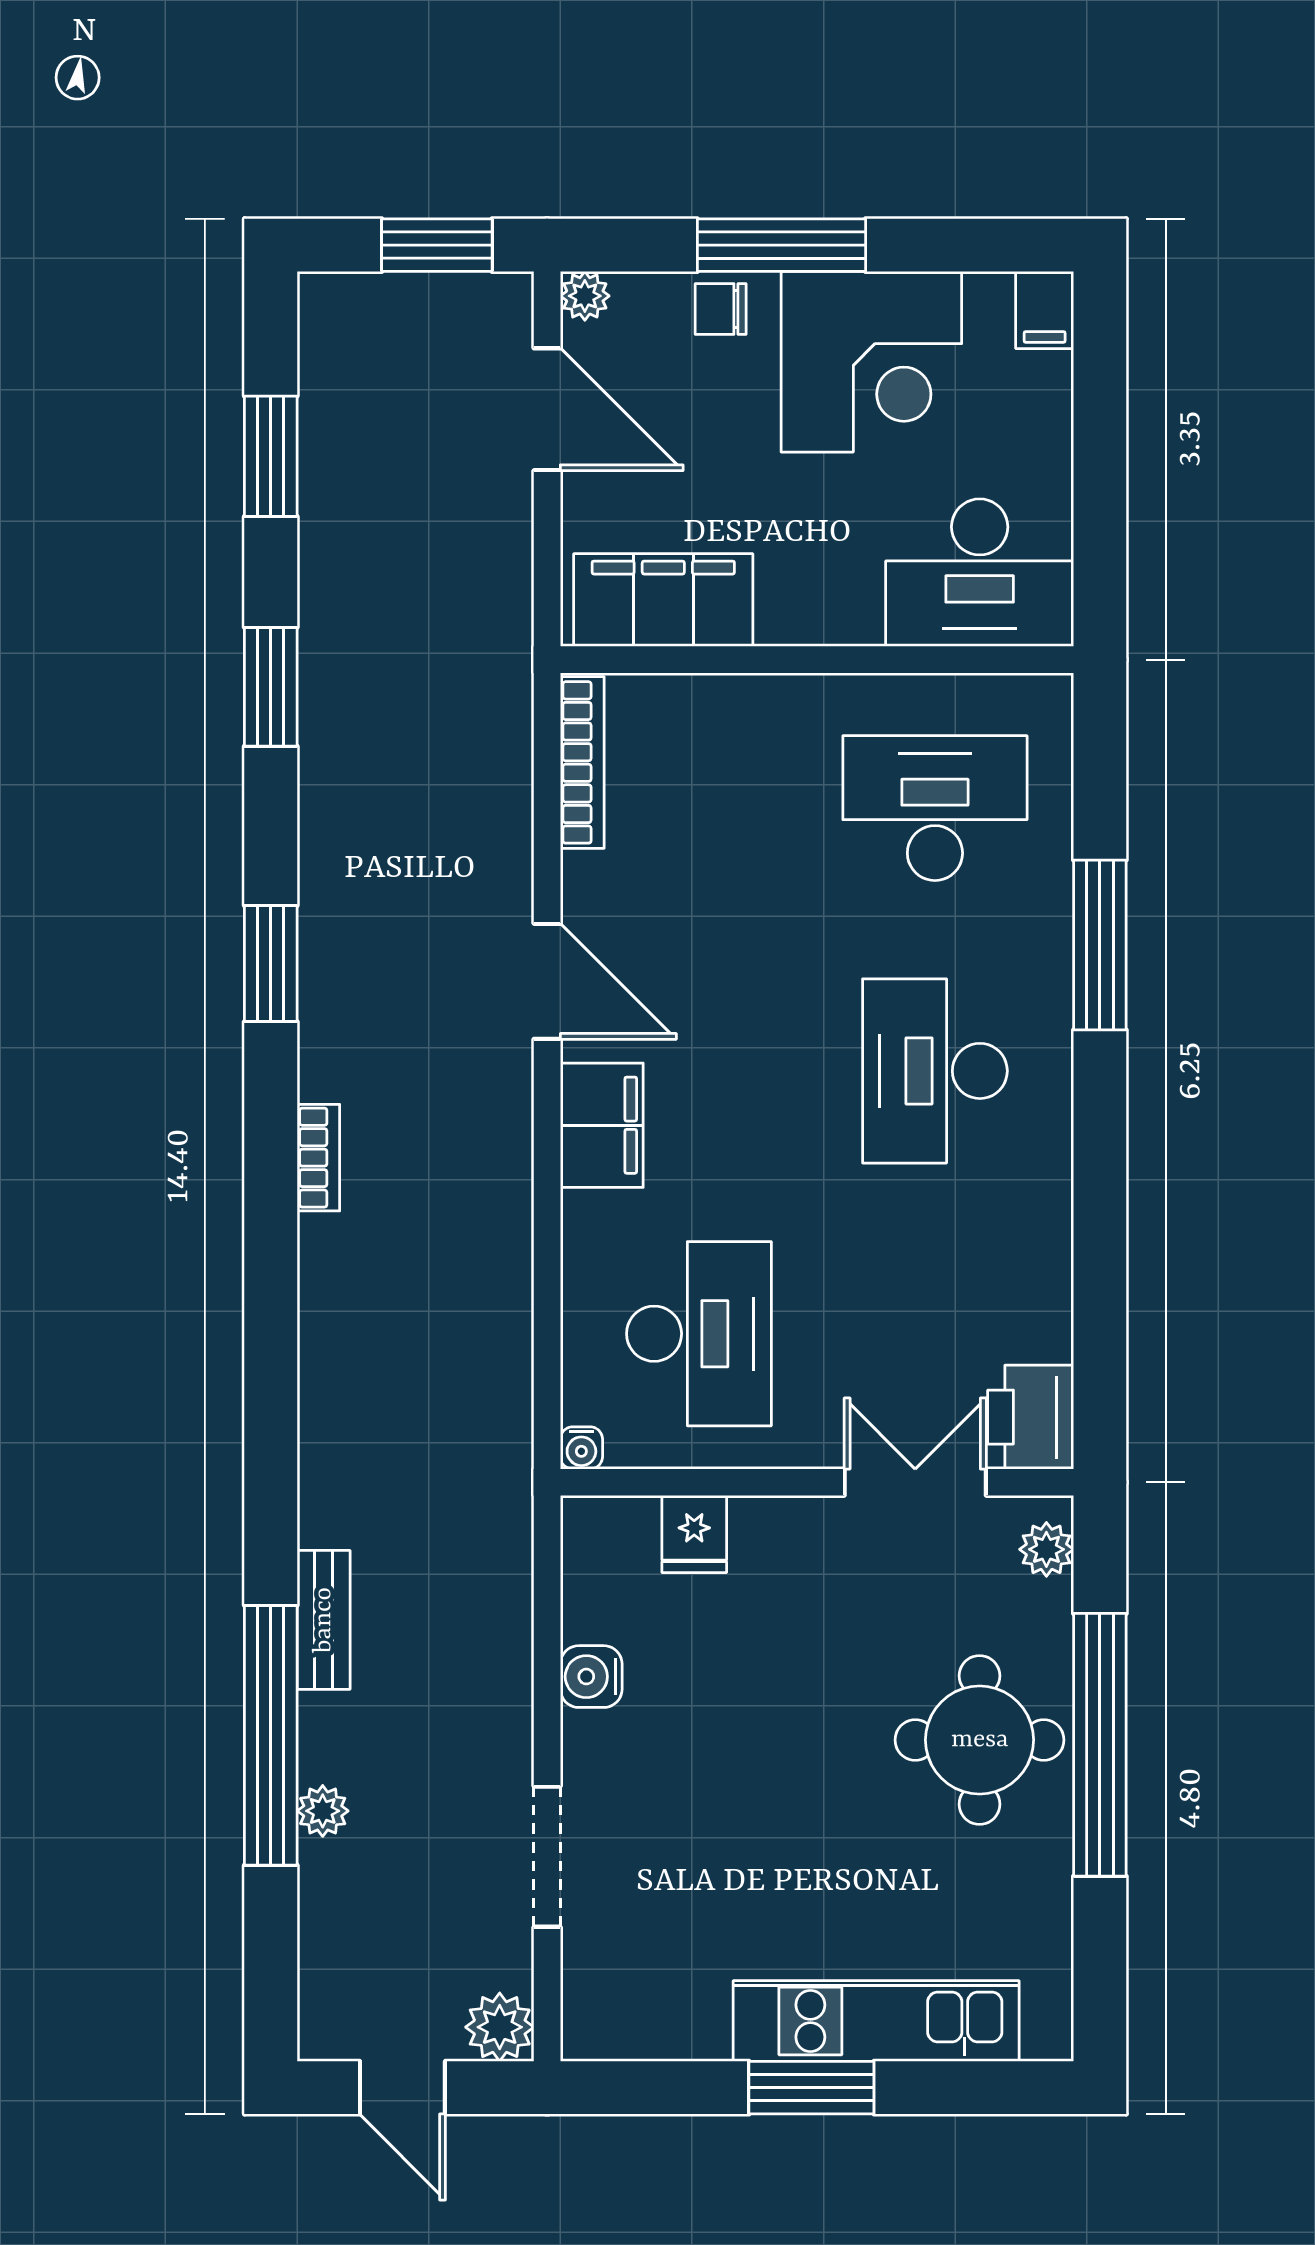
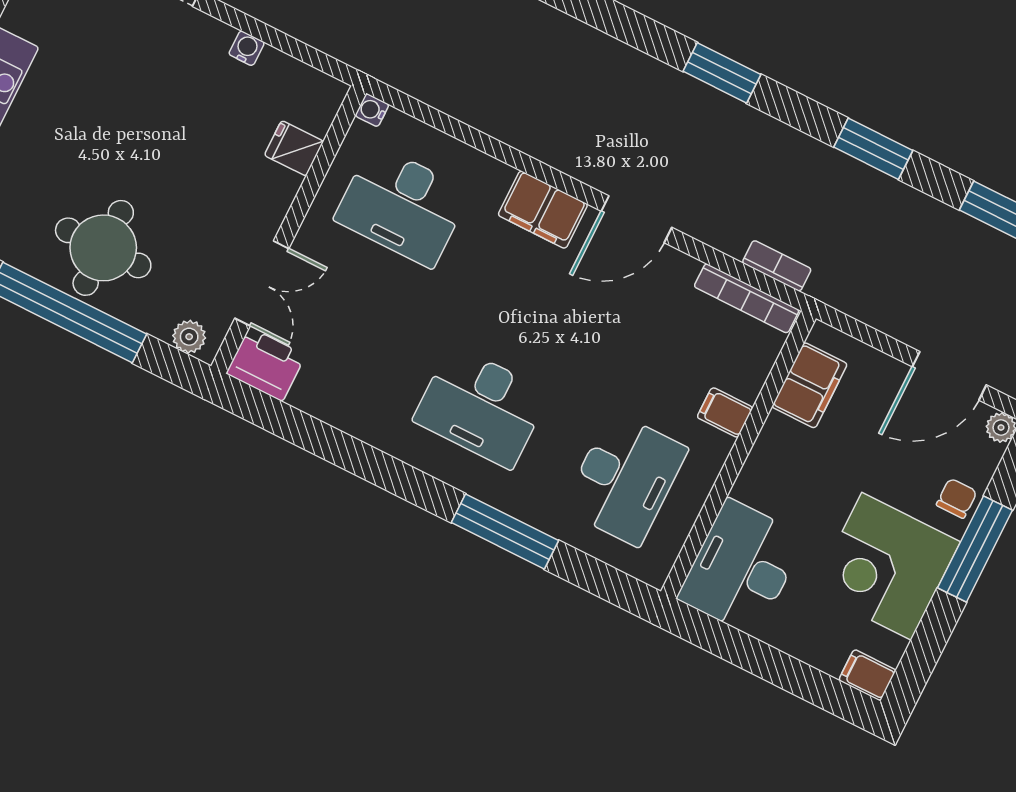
filing cabinet: (663, 600) -> (810, 385), width x0.67, depth x0.86
filing cabinet: (765, 711) -> (725, 412), added
desk: (935, 1071) -> (481, 407), turned 180
bookcase: (318, 1158) -> (777, 266), moved, turned 180
water cooler: (591, 1677) -> (247, 48), width x0.72, depth x0.72

